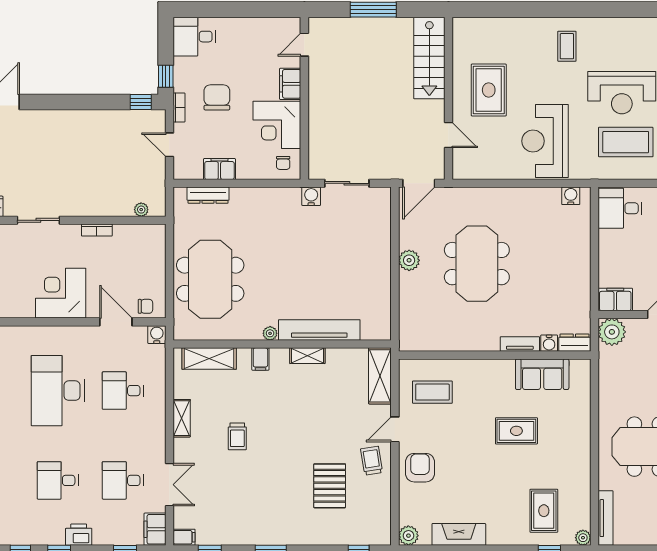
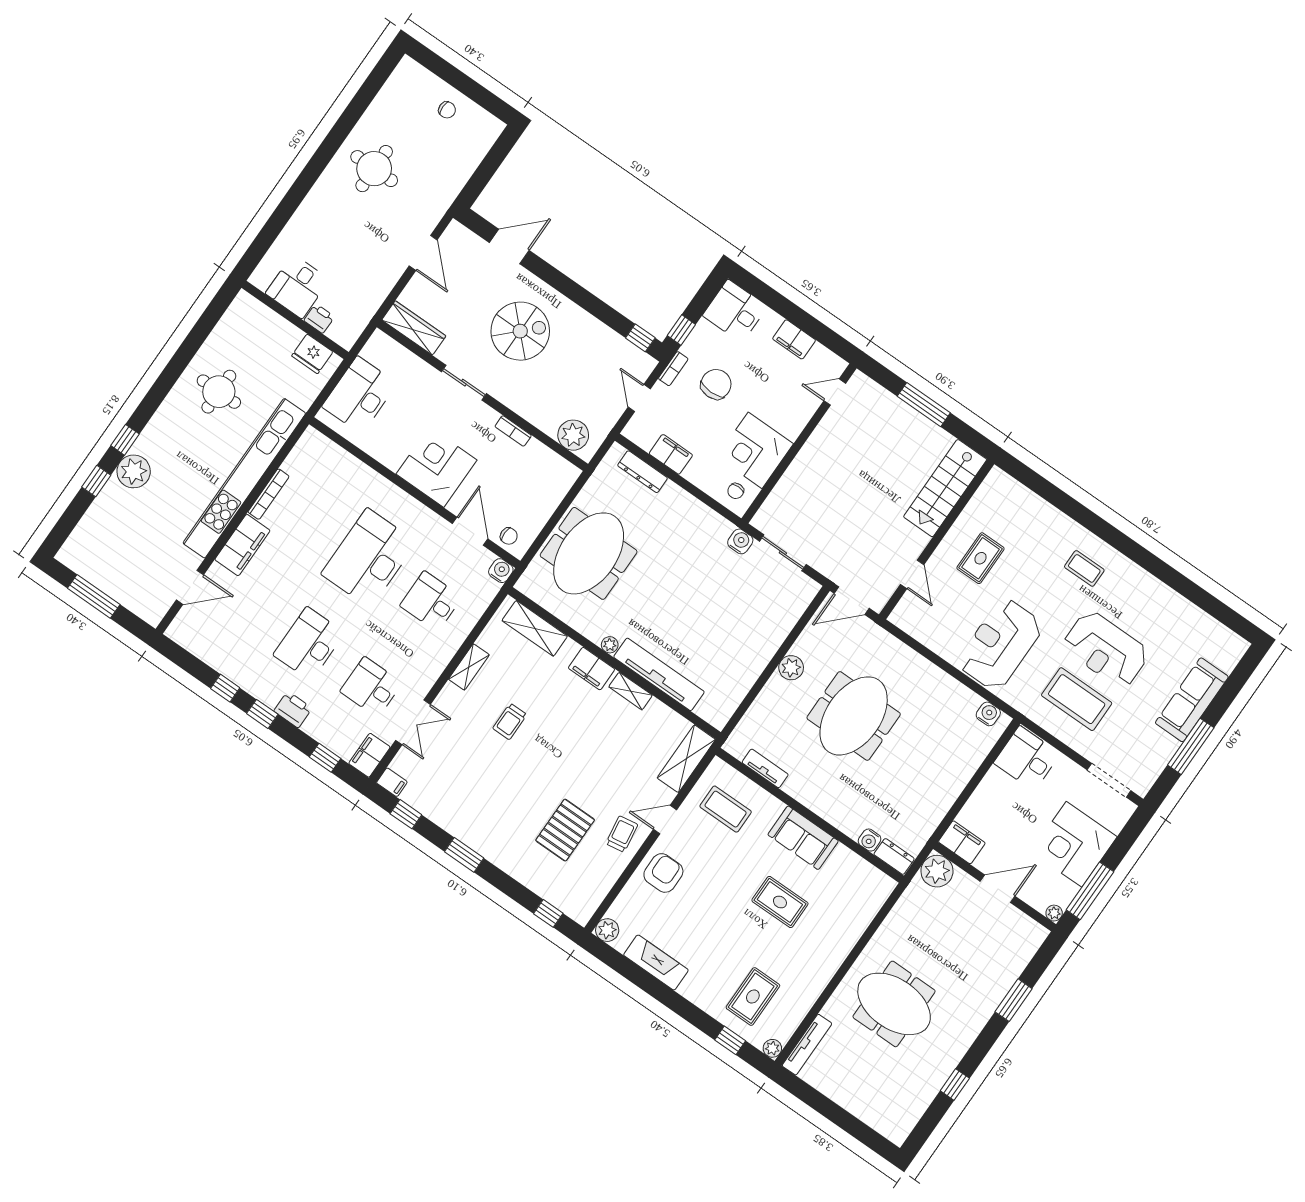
coffee table: (567, 46) -> (1084, 568), turned 90
filing cabinet: (290, 84) -> (794, 339), moved, turned -90
rug: (489, 90) -> (981, 558), width x0.73, depth x0.70
spiral stairs: (53, 156) -> (520, 331), added
plant: (141, 210) -> (573, 435), width x1.87, depth x1.87
tv unit: (520, 344) -> (765, 768), moved
filing cabinet: (260, 359) -> (591, 669), width x2.00
sofa: (542, 374) -> (803, 838), moved
desk: (58, 480) -> (309, 644), width x1.37

